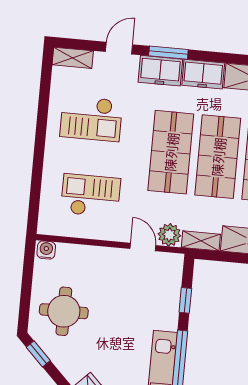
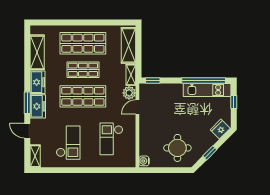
shop shelf: (218, 157) -> (83, 70), width x0.70, depth x0.74
window: (185, 300) -> (153, 80), moved
window: (38, 354) -> (210, 153), moved

